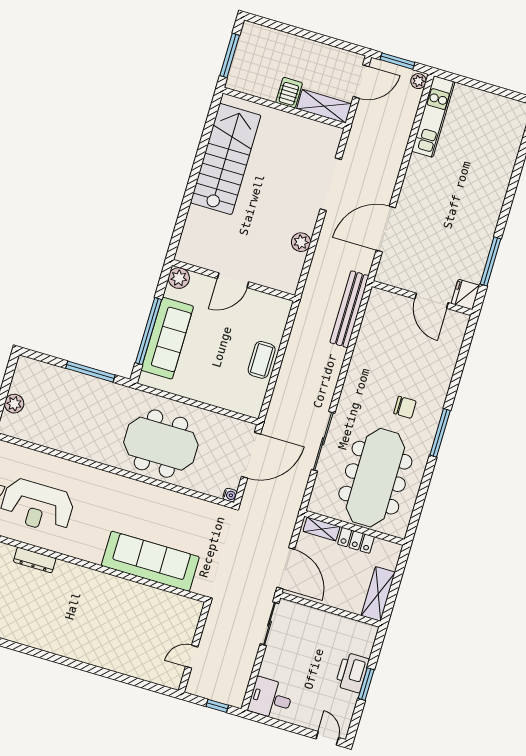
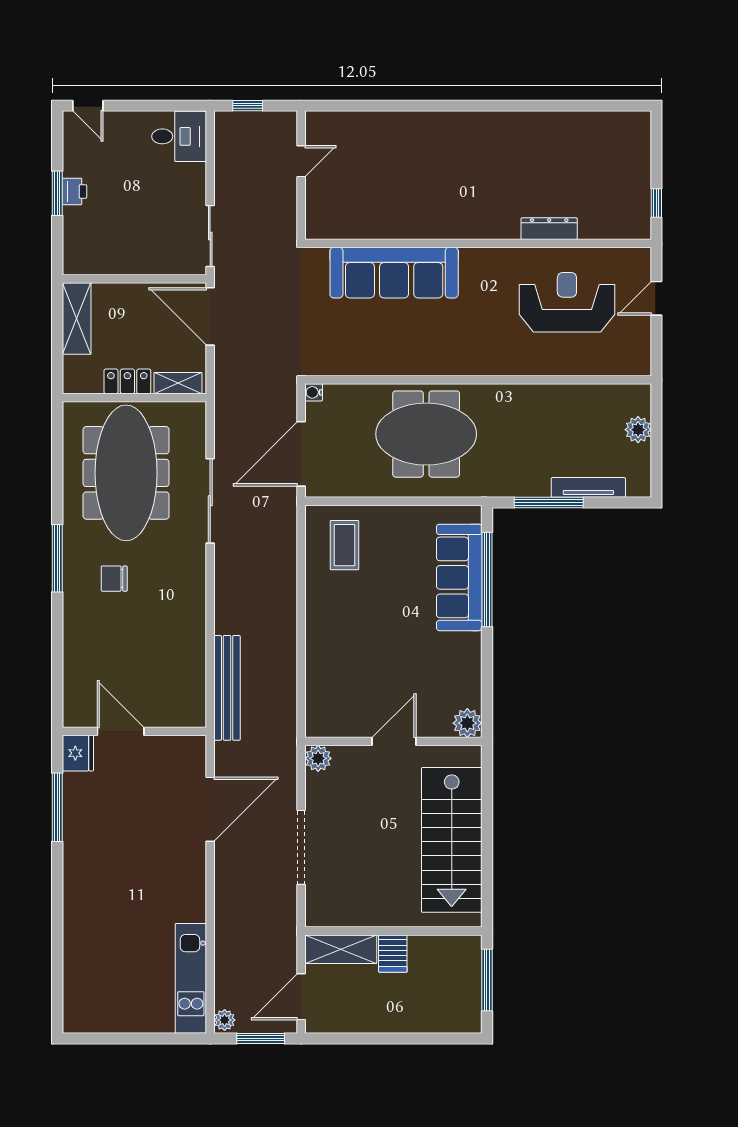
plant: (179, 278) -> (467, 723), moved
door: (233, 280) -> (394, 741), moved
wall: (233, 280) -> (393, 741), moved
coffee table: (262, 360) -> (344, 545), moved
tv unit: (60, 374) -> (588, 487), added
printer: (352, 673) -> (74, 191), width x0.53, depth x0.68

